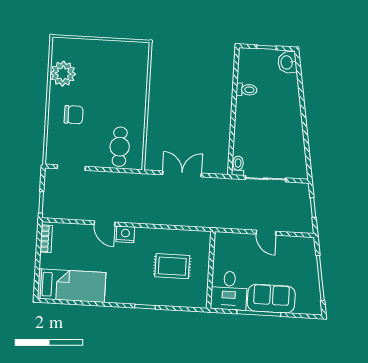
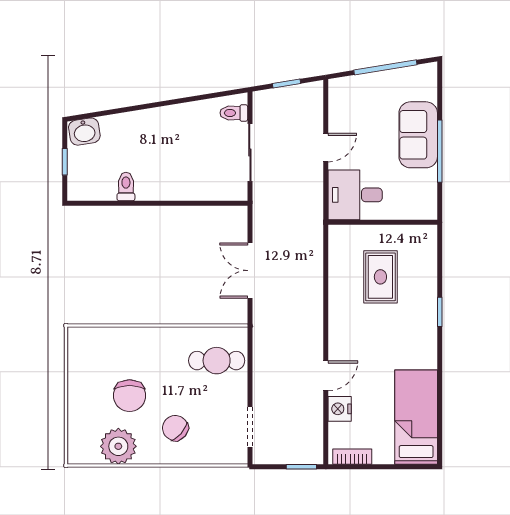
chair: (98, 84) -> (130, 396), added
chair: (74, 115) -> (175, 428), turned -49
toilet: (238, 166) -> (234, 113), moved
nightstand: (125, 234) -> (340, 409), moved
desk: (229, 291) -> (355, 195), moved, turned 180

